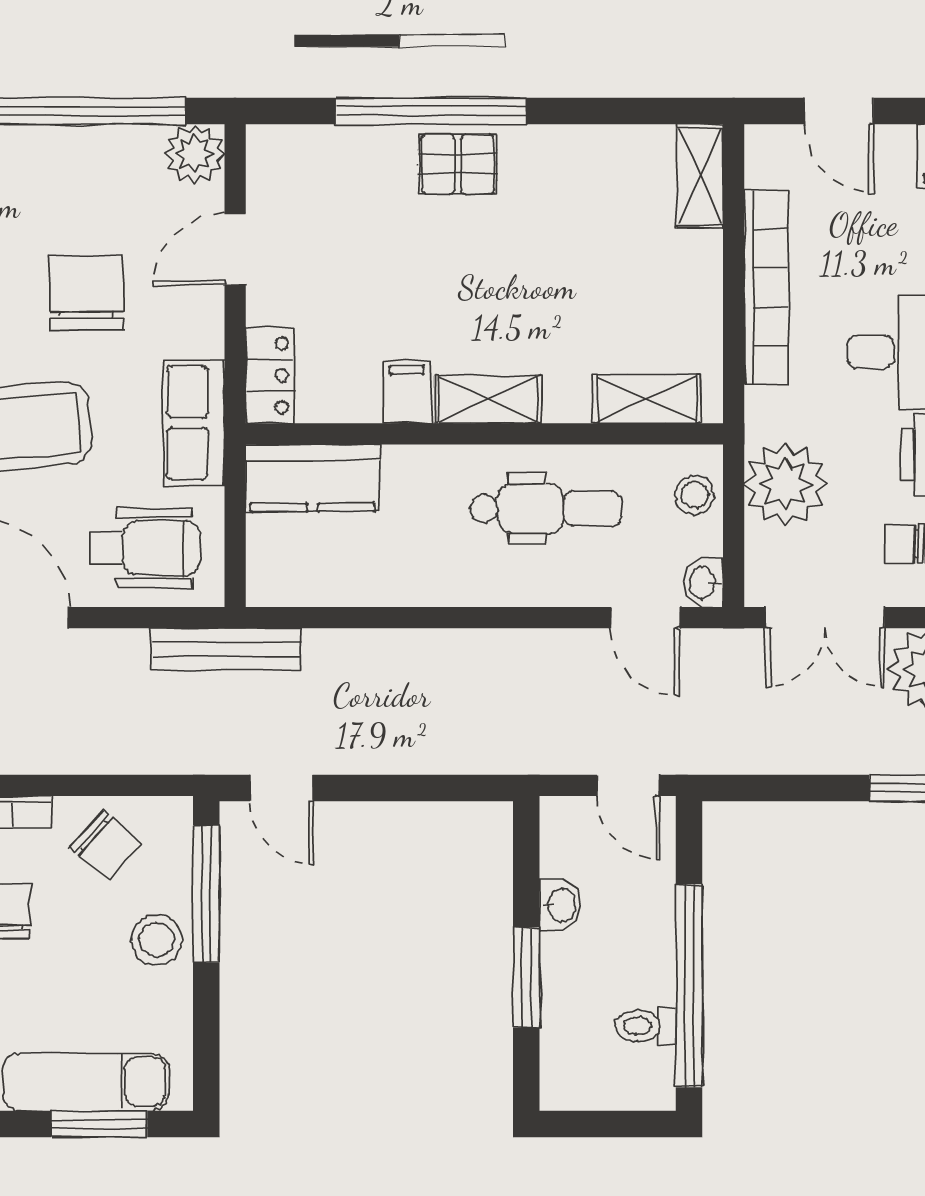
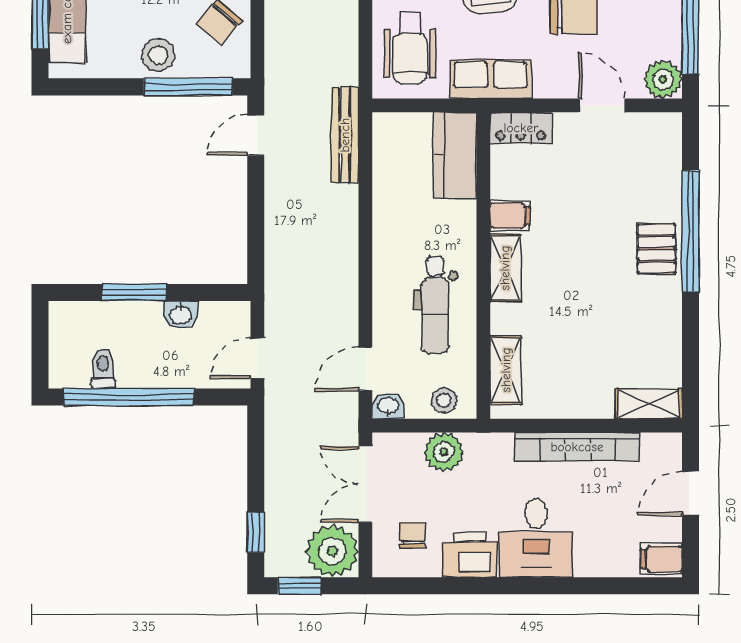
plant: (786, 484) -> (444, 452), width x0.73, depth x0.73
bench: (227, 649) -> (345, 135), moved

